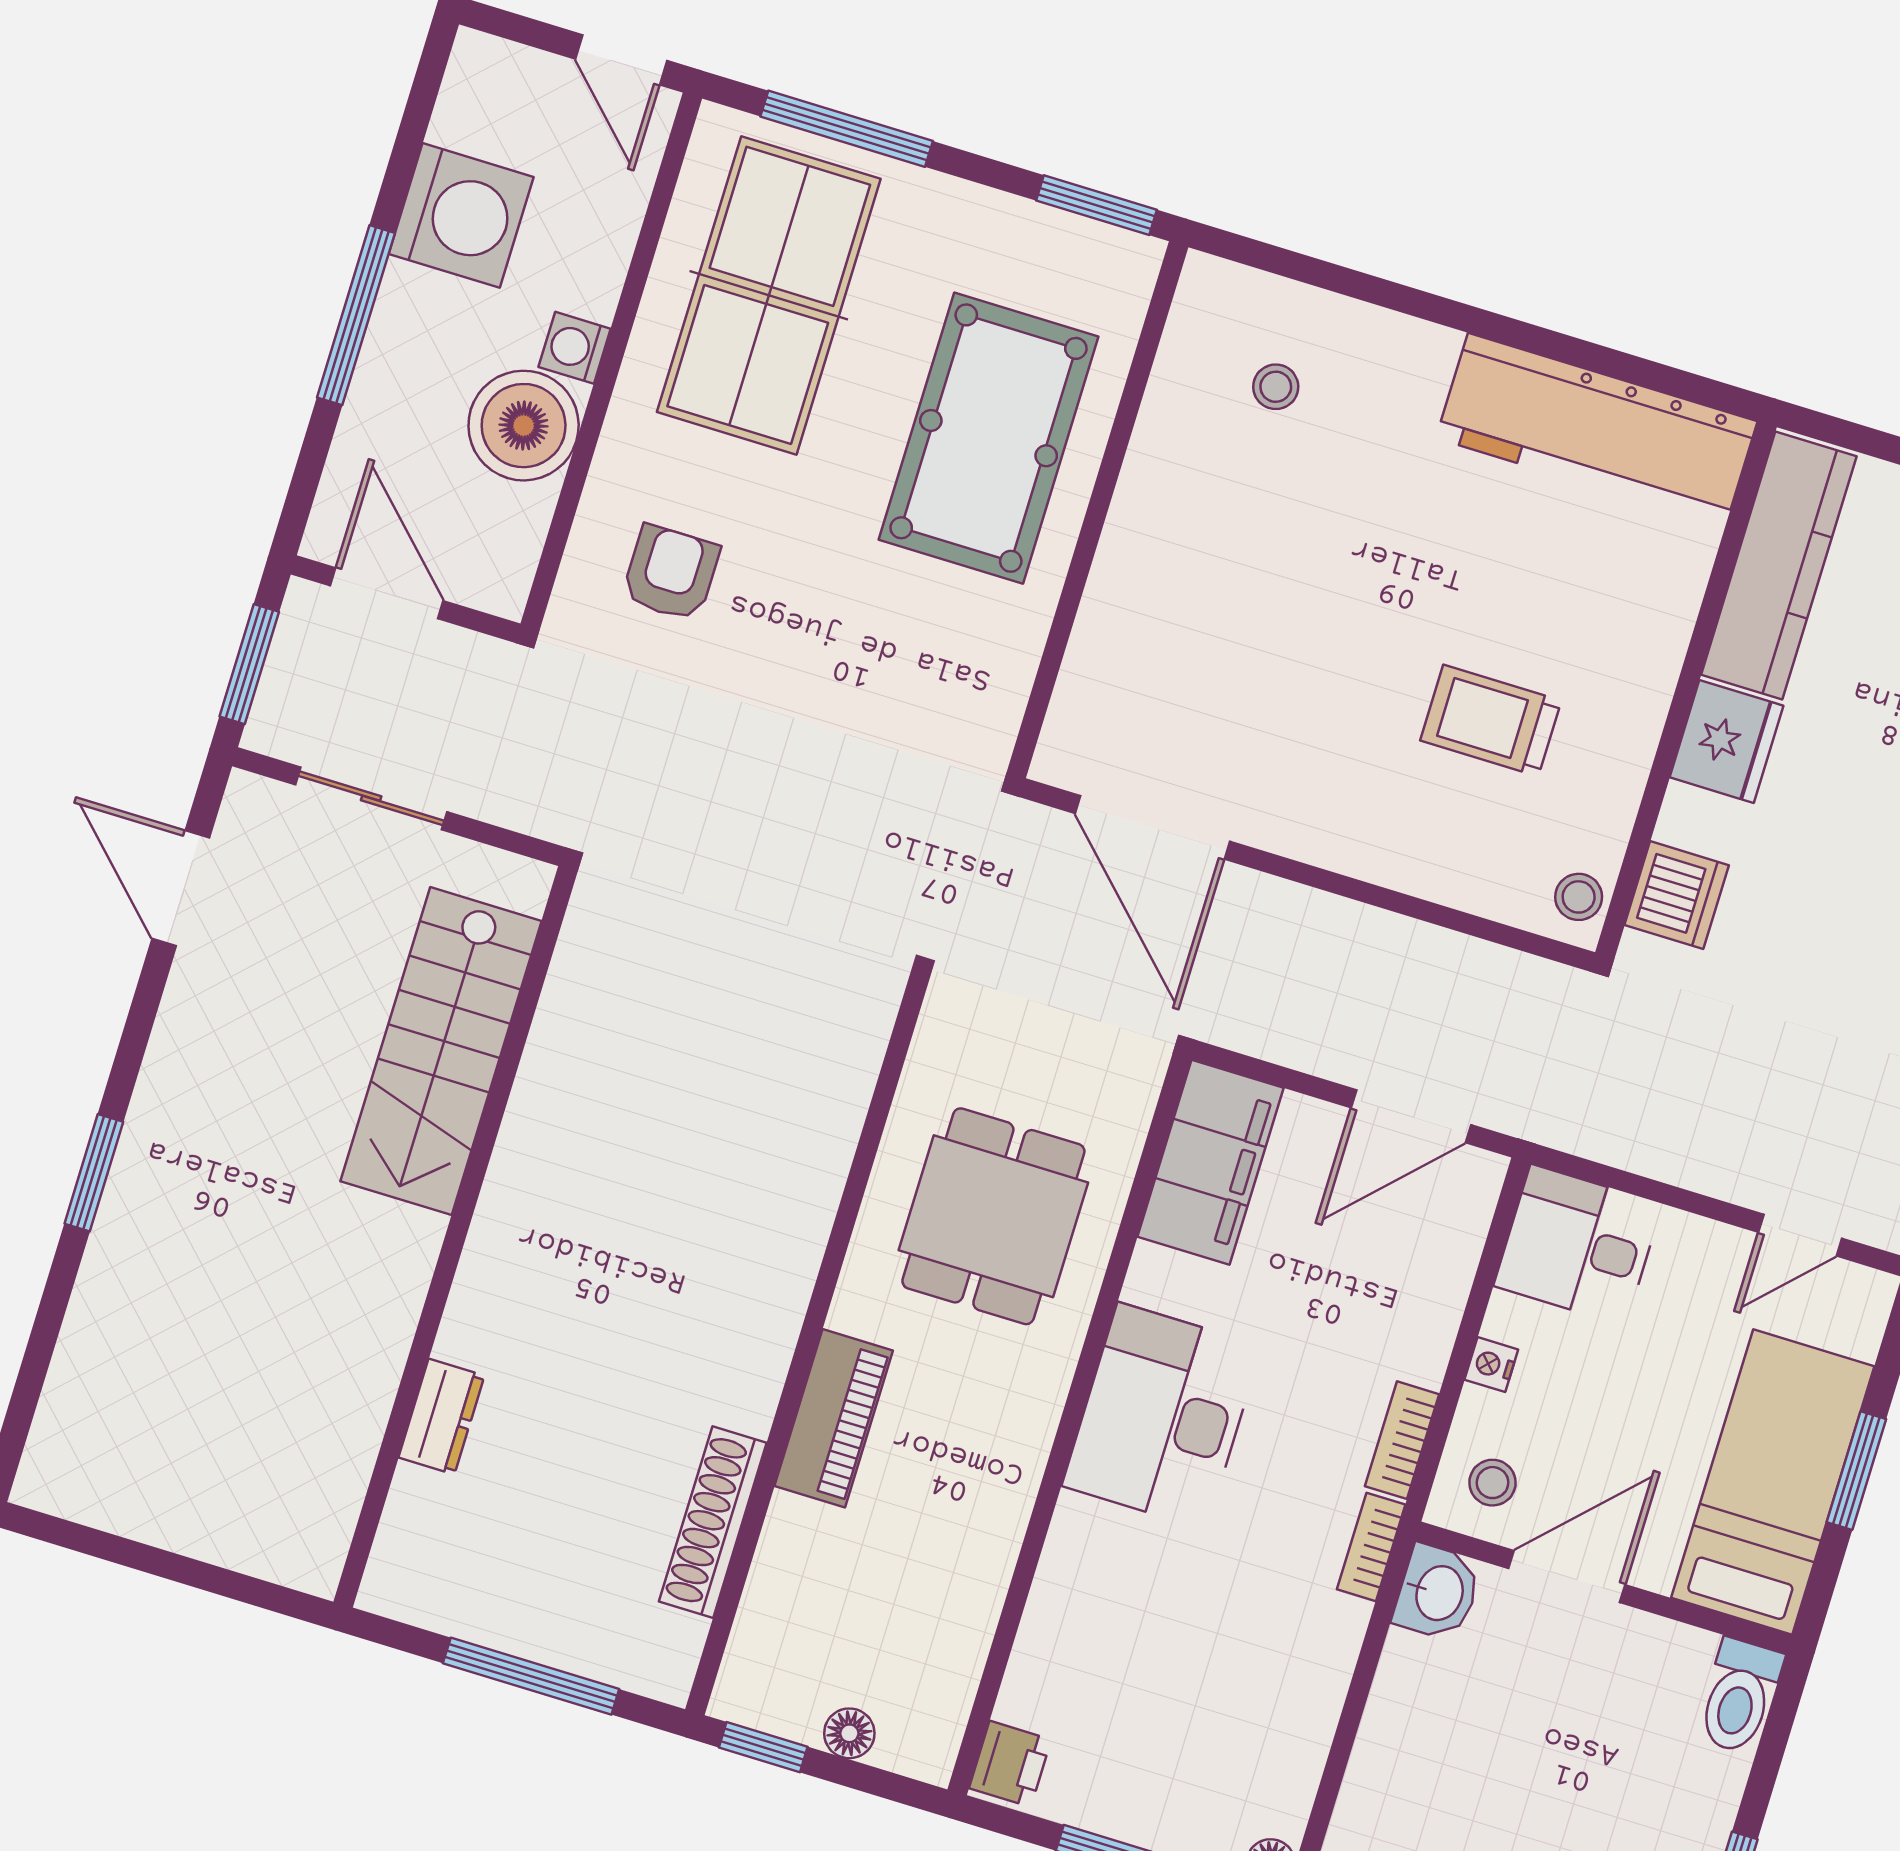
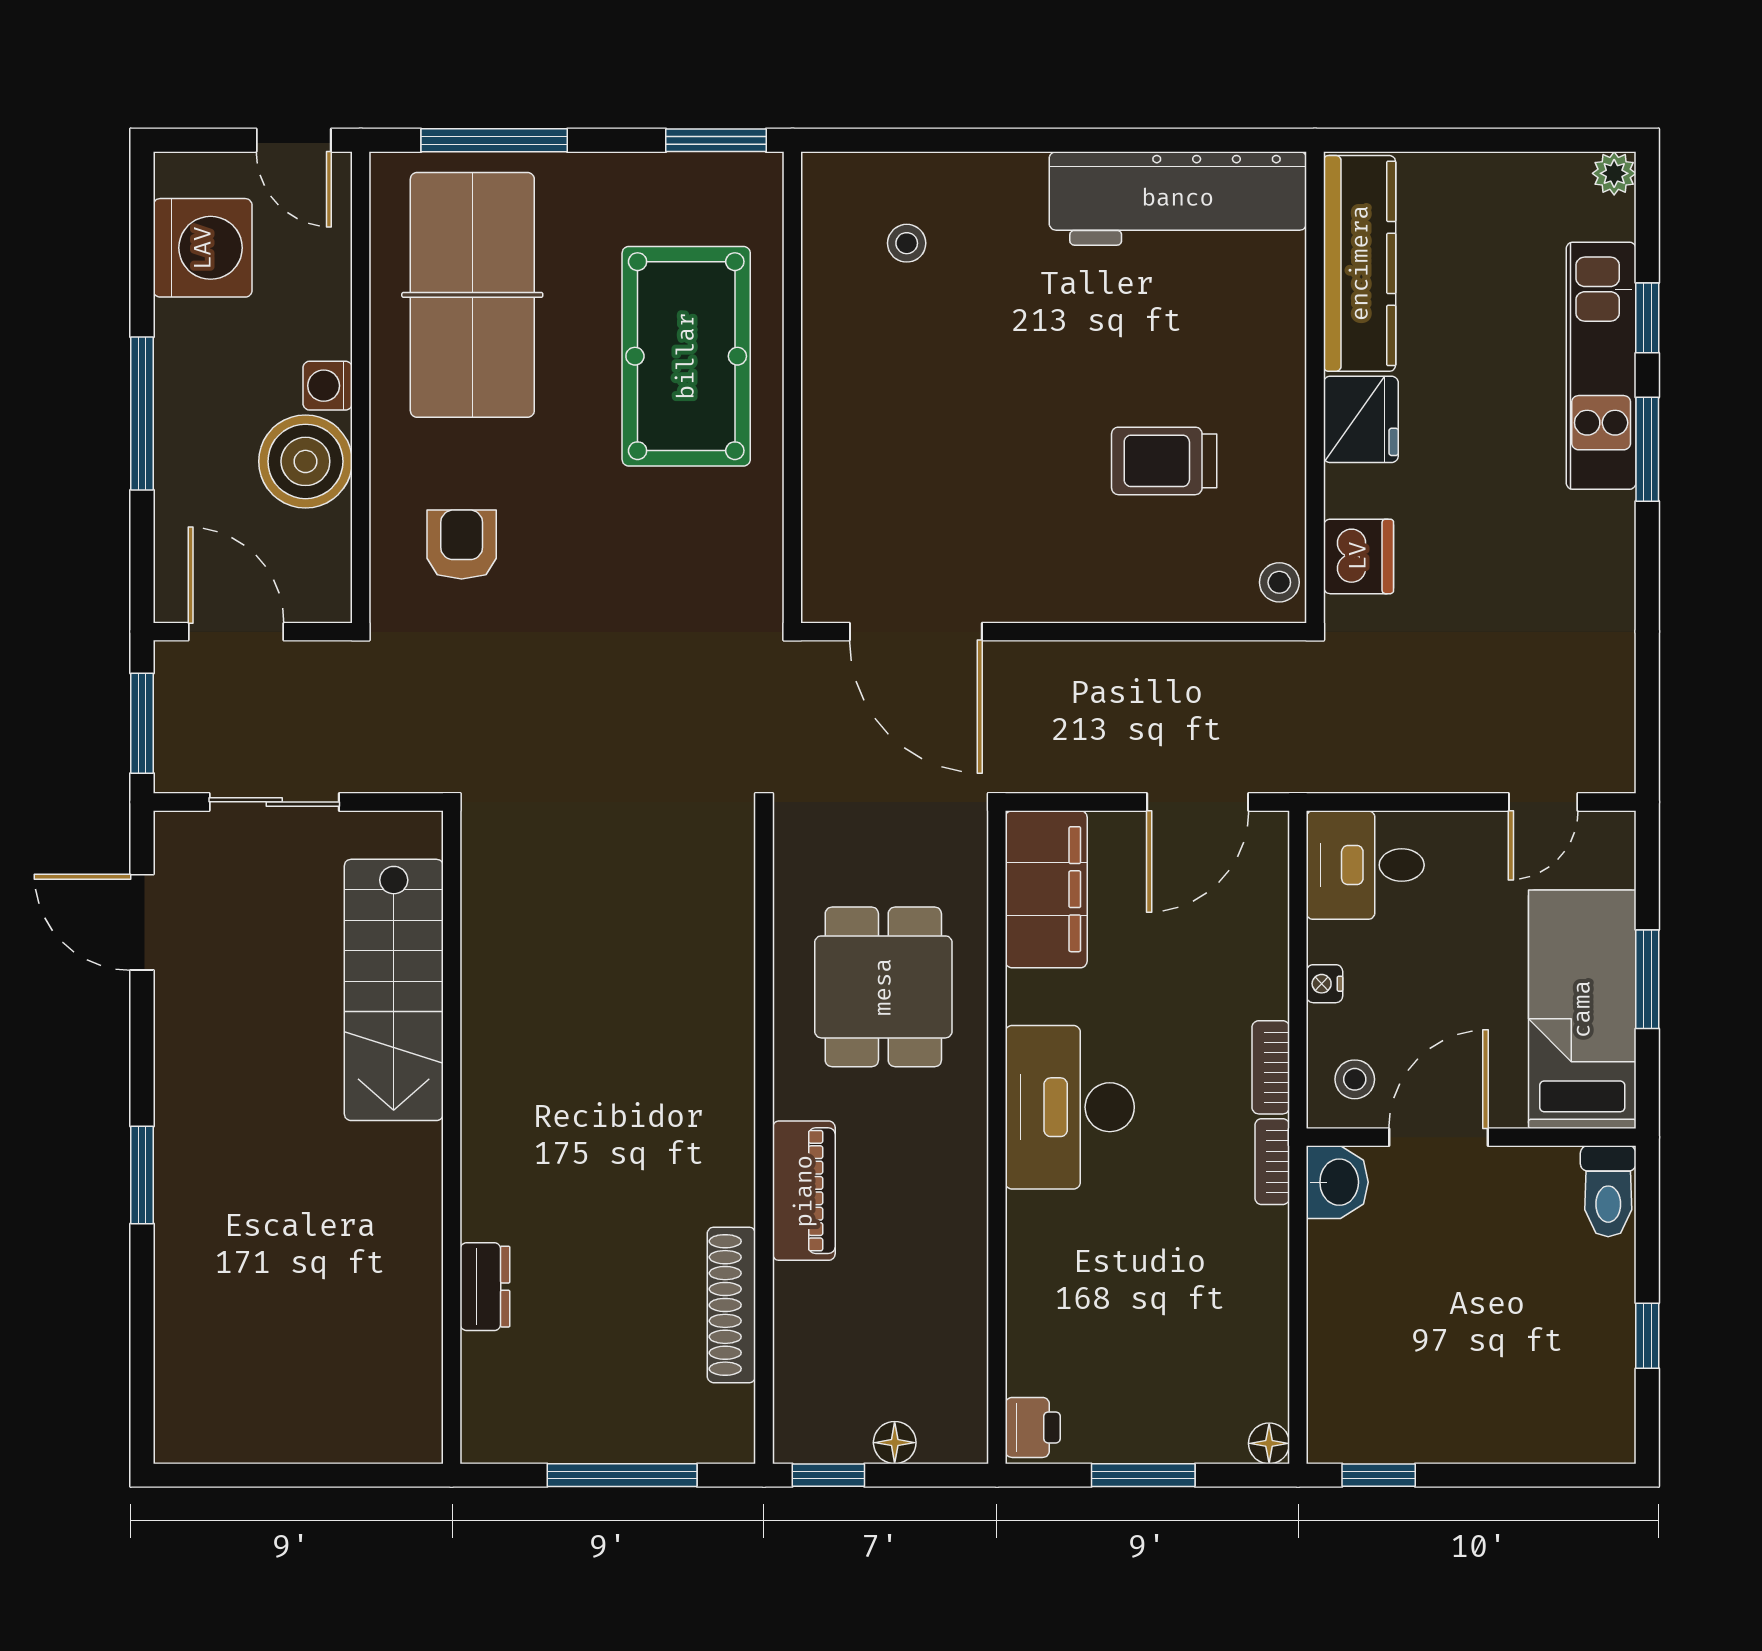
washing machine: (461, 215) -> (203, 248), moved

